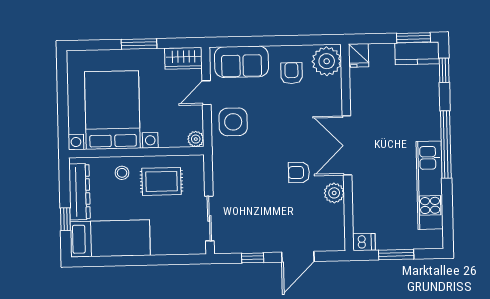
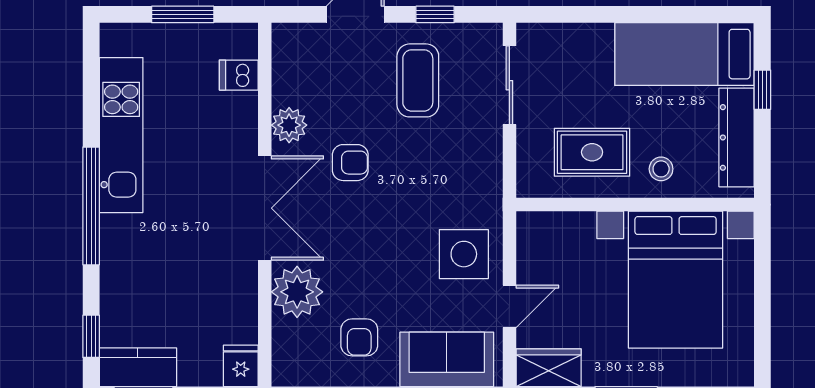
plant: (327, 61) -> (297, 292), moved
plant: (196, 139) -> (530, 225), removed
coffee table: (262, 220) -> (418, 80), added
dishwasher: (364, 242) -> (239, 75), moved

